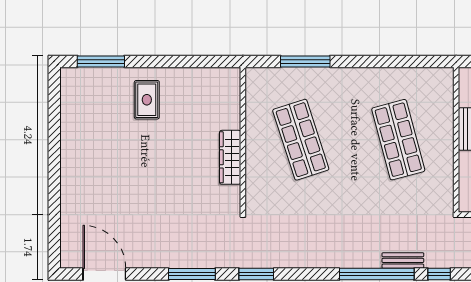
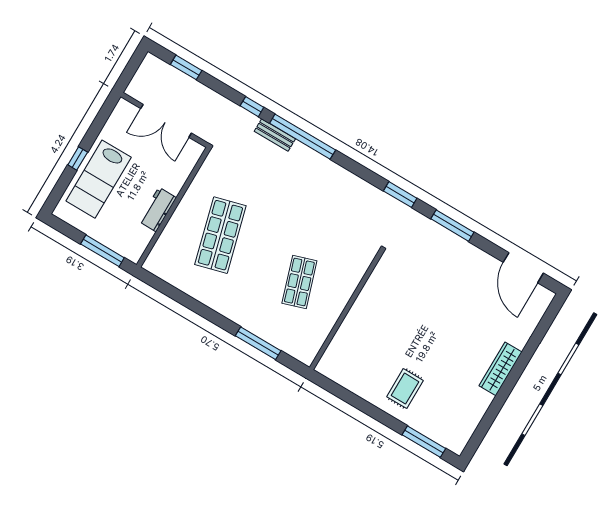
shop shelf: (301, 140) -> (299, 282), width x0.70, depth x0.74
wardrobe: (230, 157) -> (501, 369), moved, turned 180

